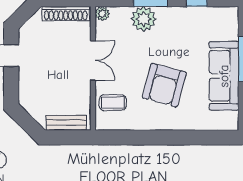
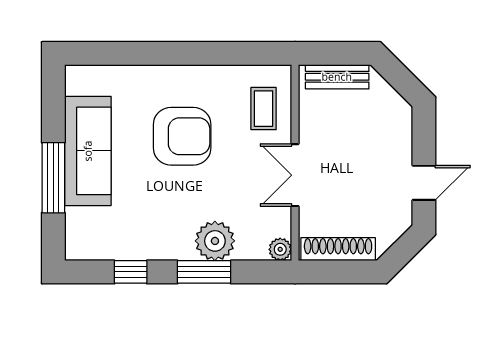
armchair: (164, 85) -> (182, 136), turned 75
coffee table: (113, 103) -> (264, 109), turned 90

